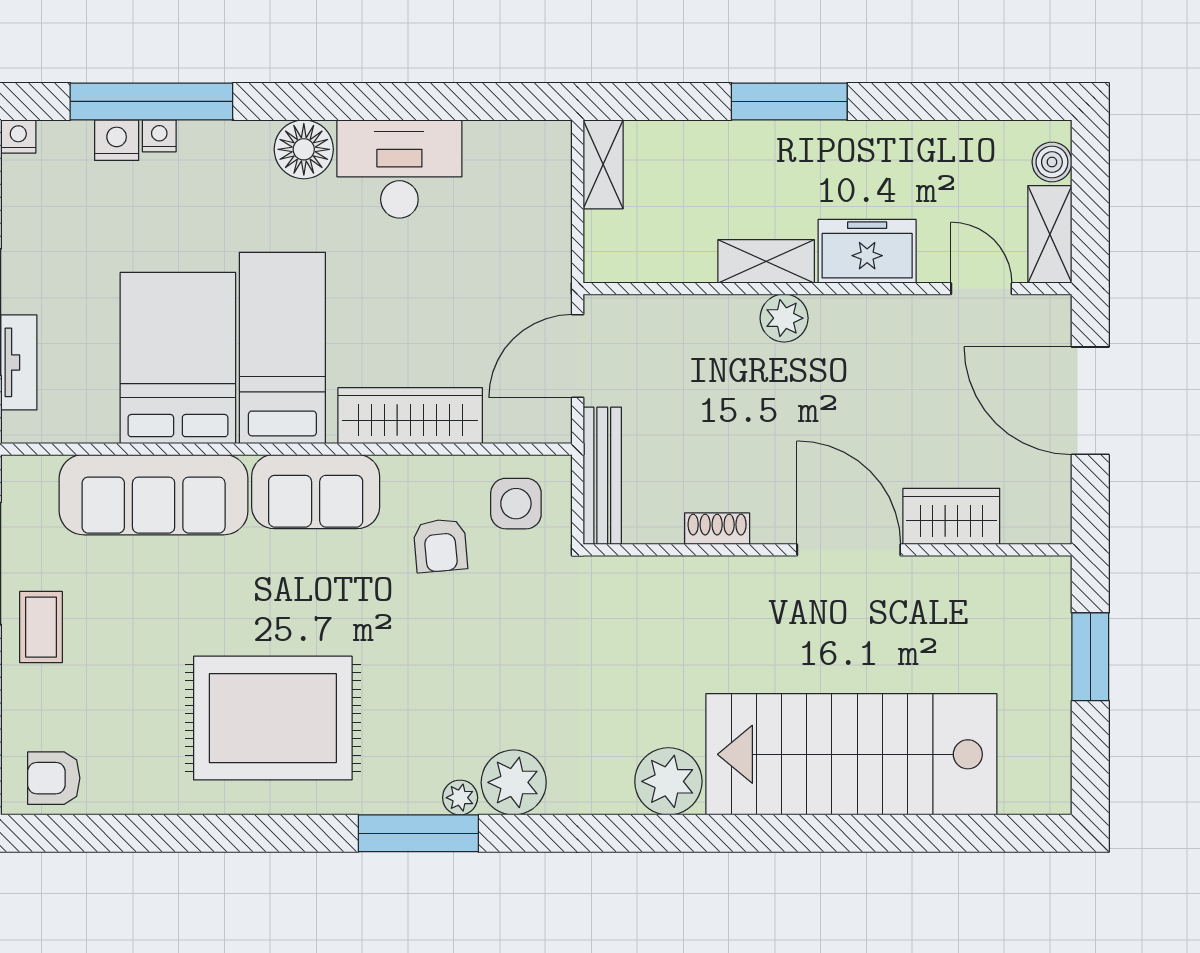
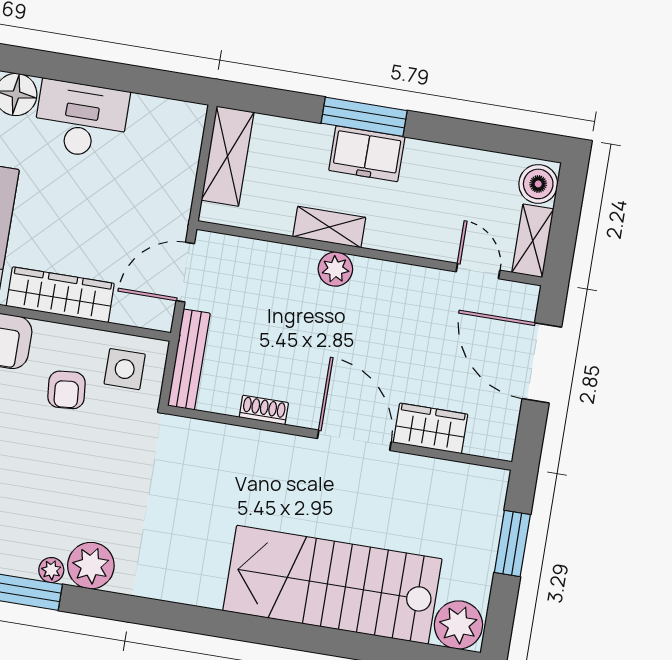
boiler: (1052, 162) -> (538, 184), width x1.36, depth x1.36
shelving: (603, 164) -> (228, 156), width x1.50, depth x1.33
freezer: (867, 251) -> (367, 154), moved, turned 180
plant: (668, 781) -> (458, 625), moved

